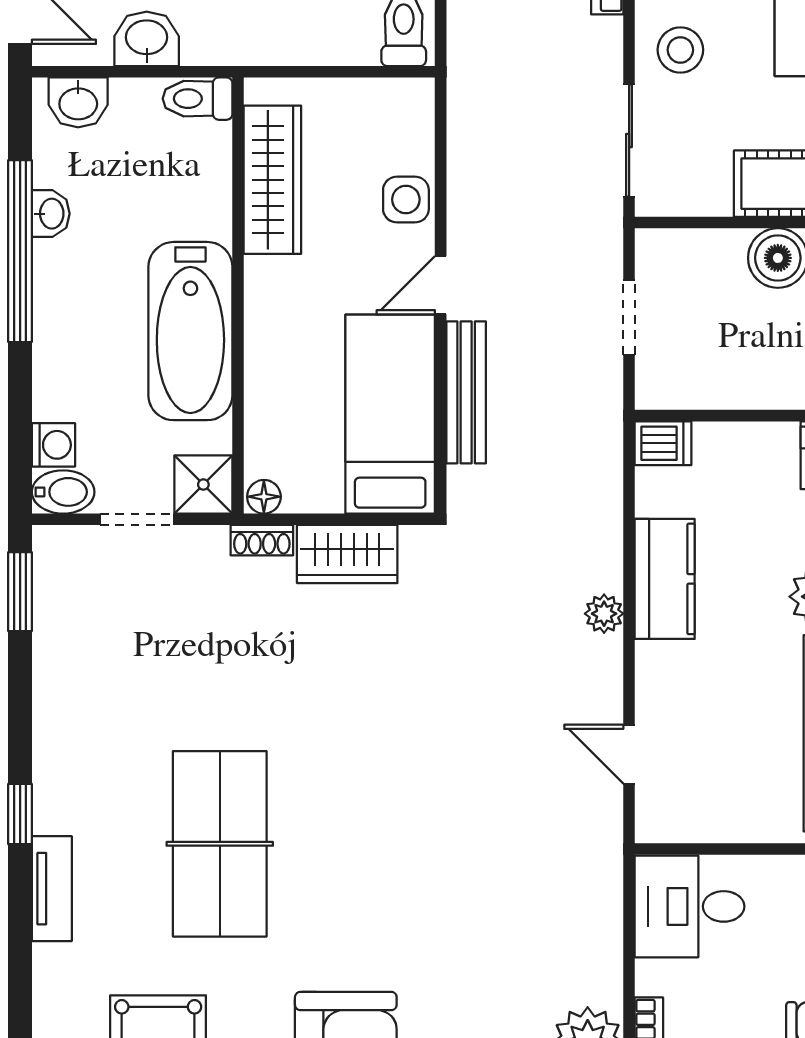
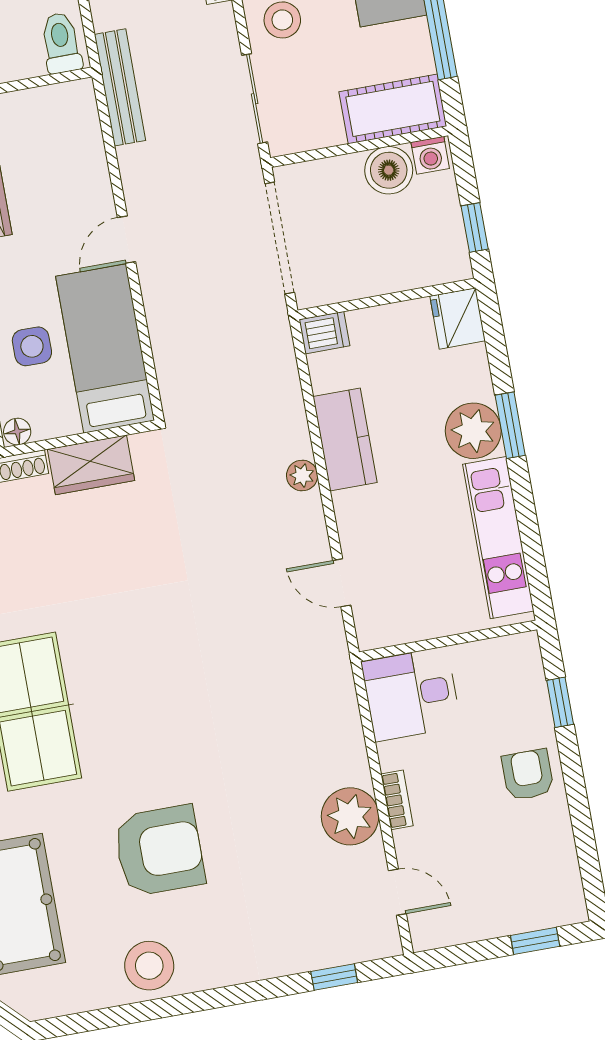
side table: (406, 200) -> (32, 346), moved
doorway: (629, 317) -> (280, 238), width x1.88
bench: (466, 392) -> (120, 87), moved

